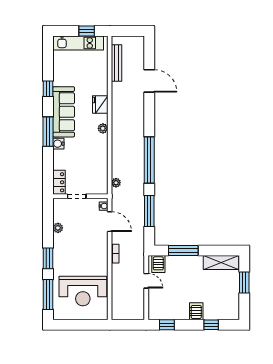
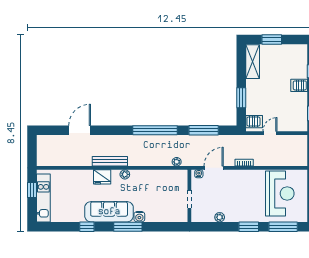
bench: (117, 63) -> (110, 161), moved
locker: (59, 182) -> (176, 216), removed
window: (183, 250) -> (241, 98), width x0.69

